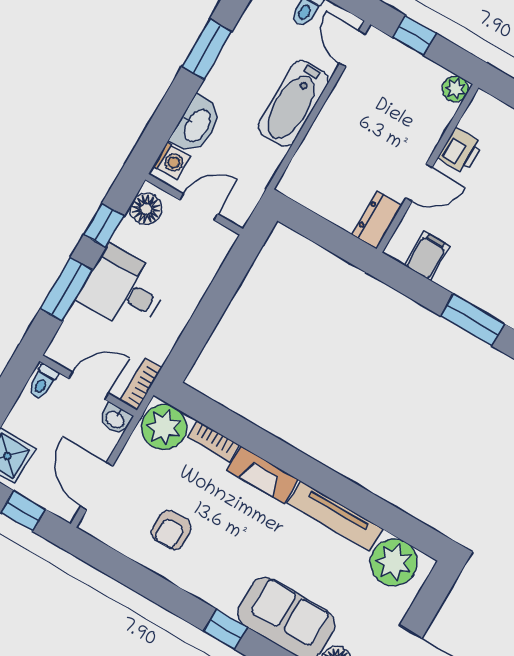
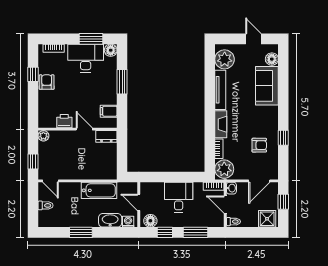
door: (352, 48) -> (50, 181), hinge flipped
bathtub: (293, 103) -> (99, 190), moved
desk: (123, 289) -> (179, 197), moved, turned 180
window: (226, 629) -> (283, 138), moved

